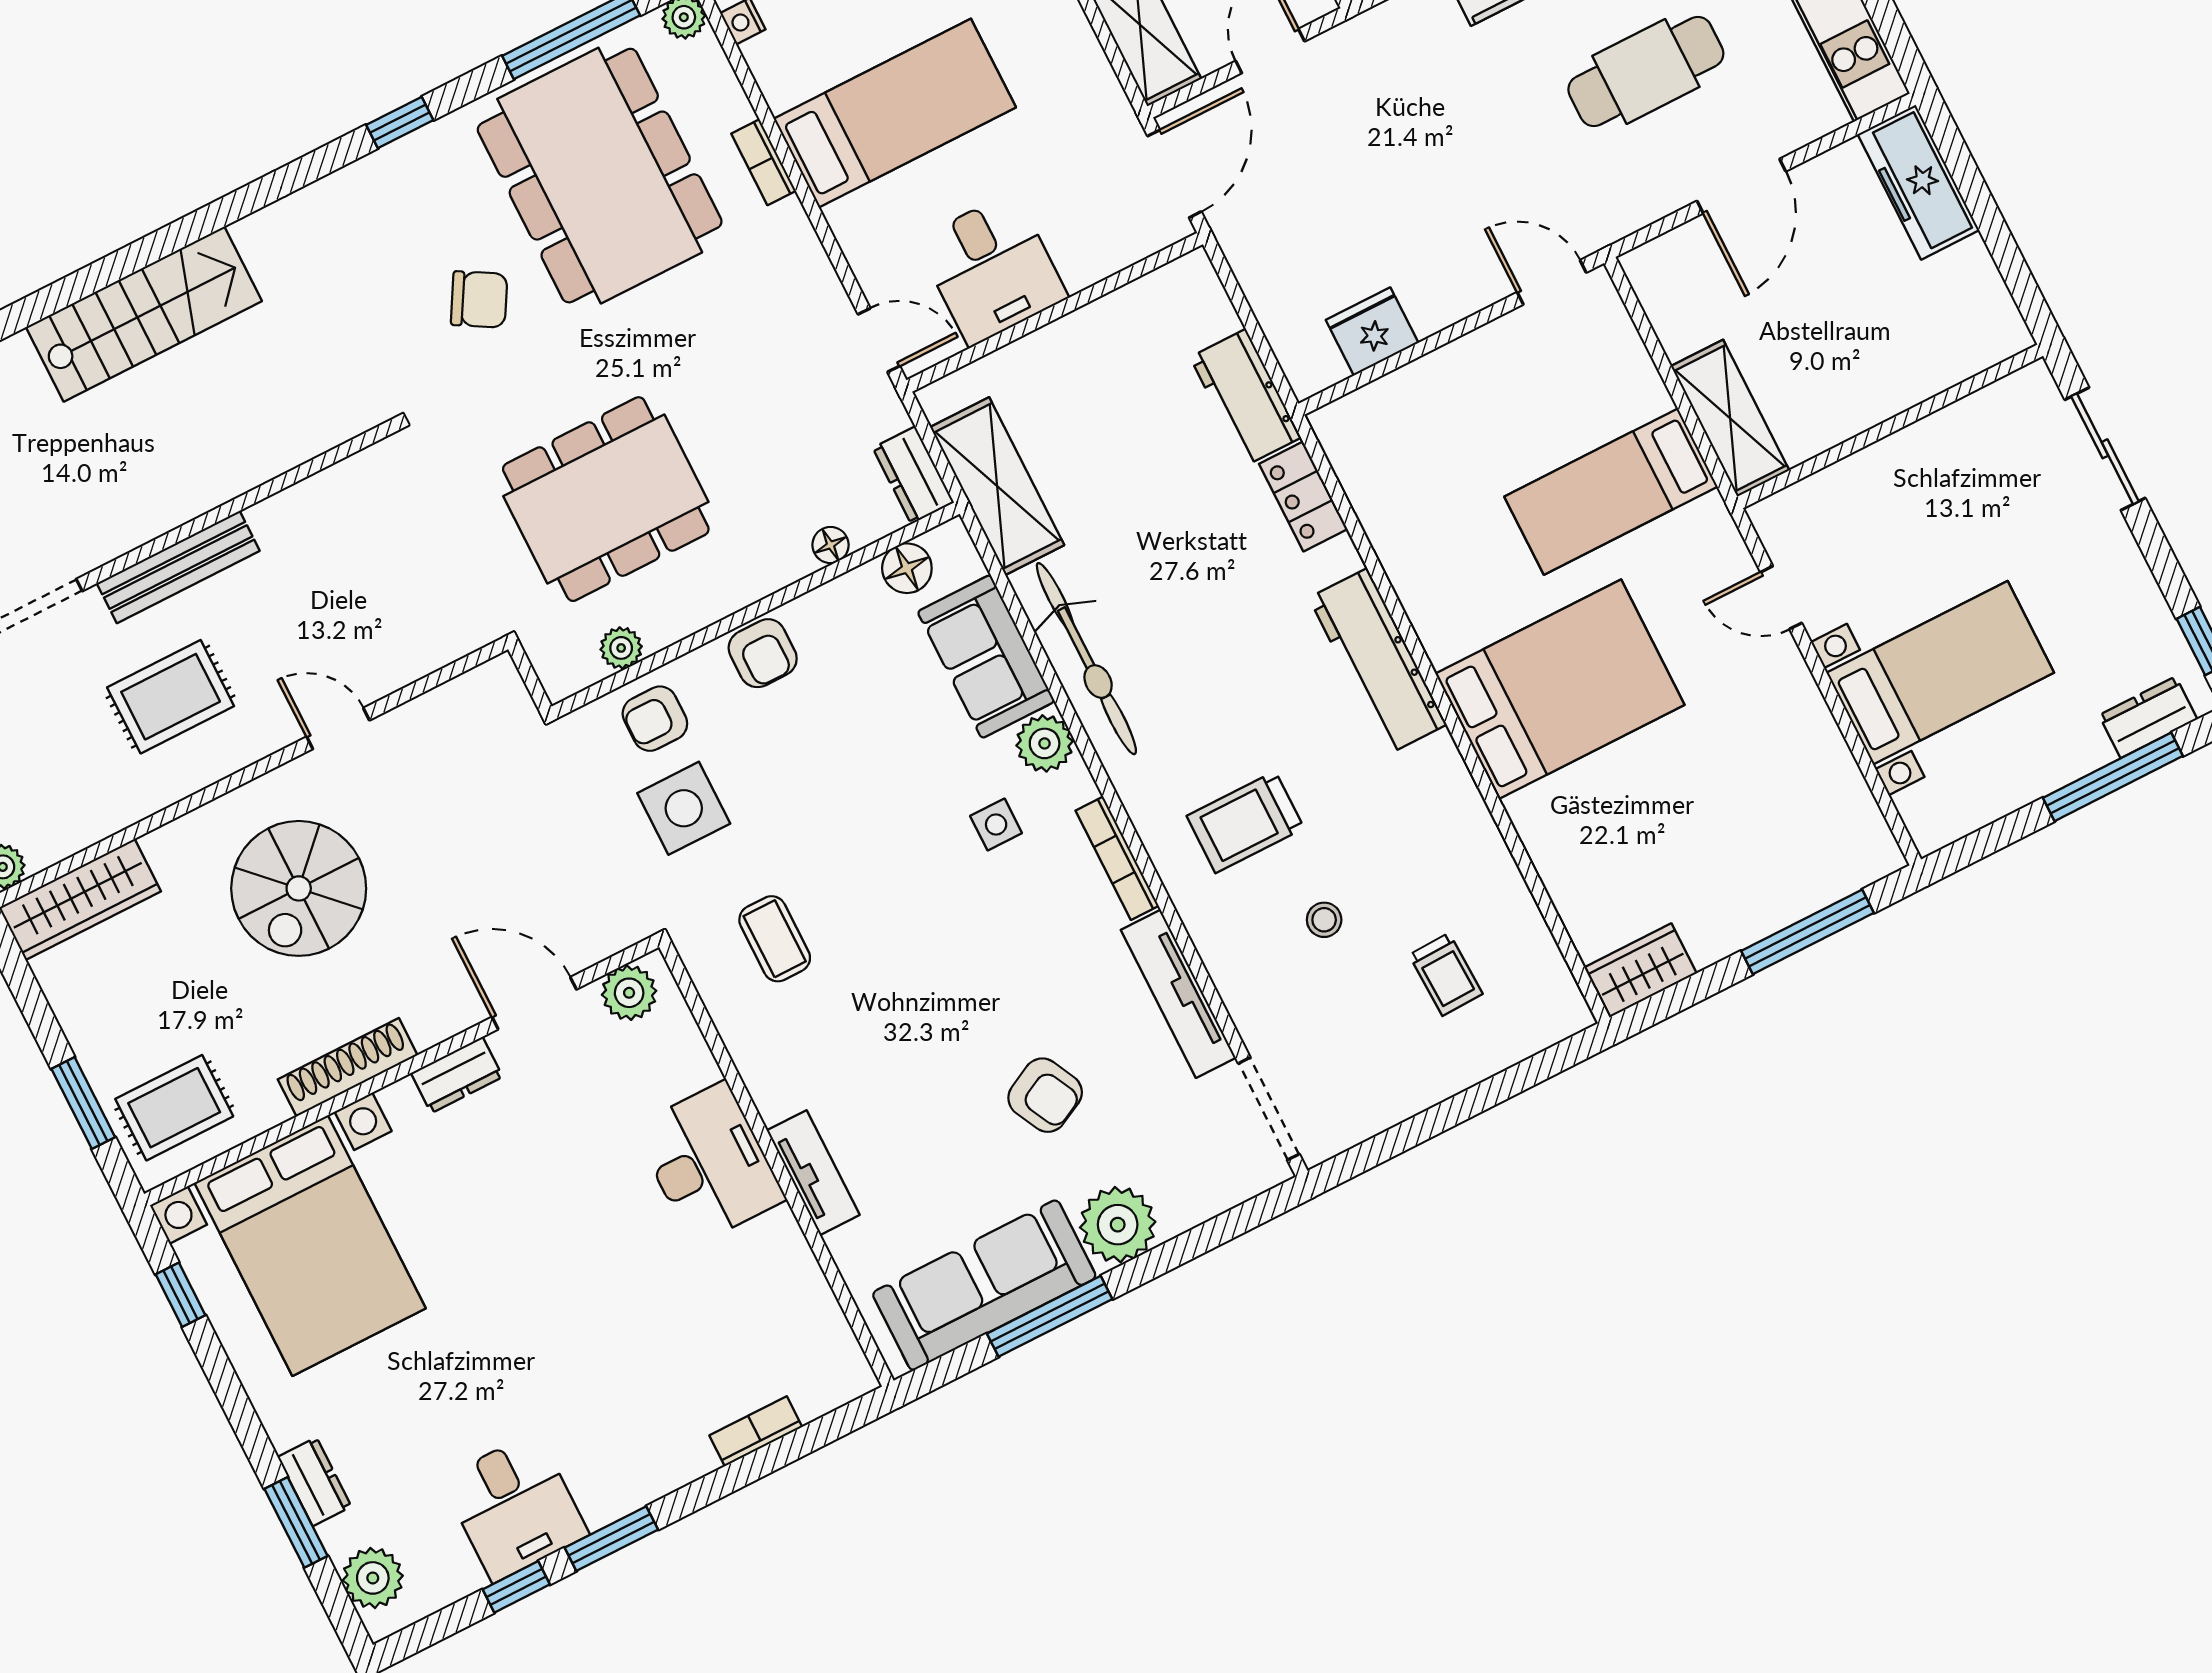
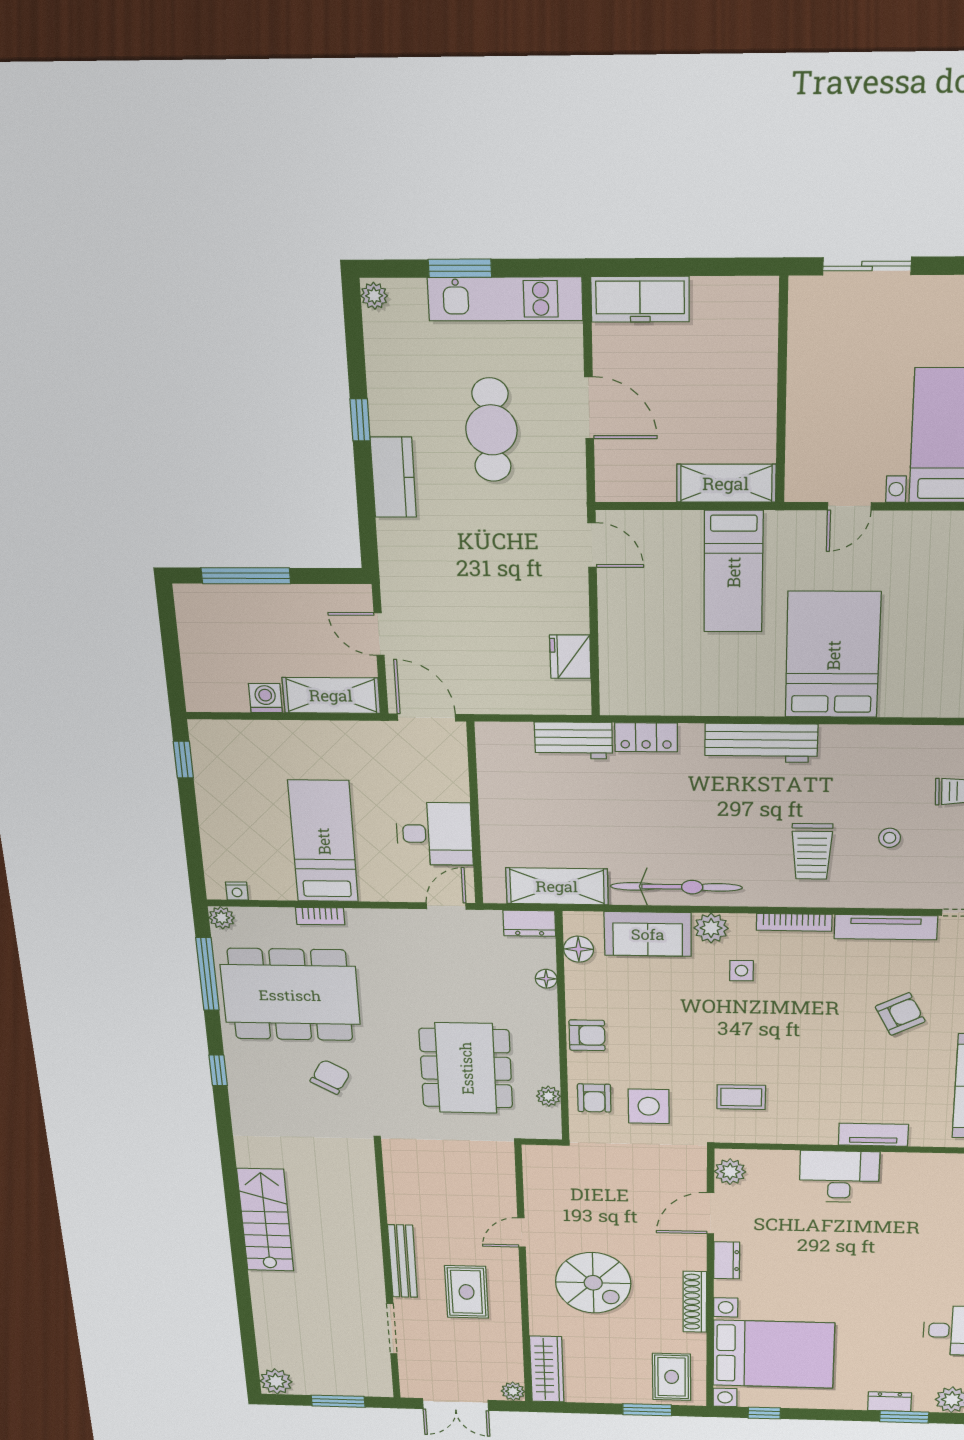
door: (1552, 282) -> (592, 545), swing flipped

